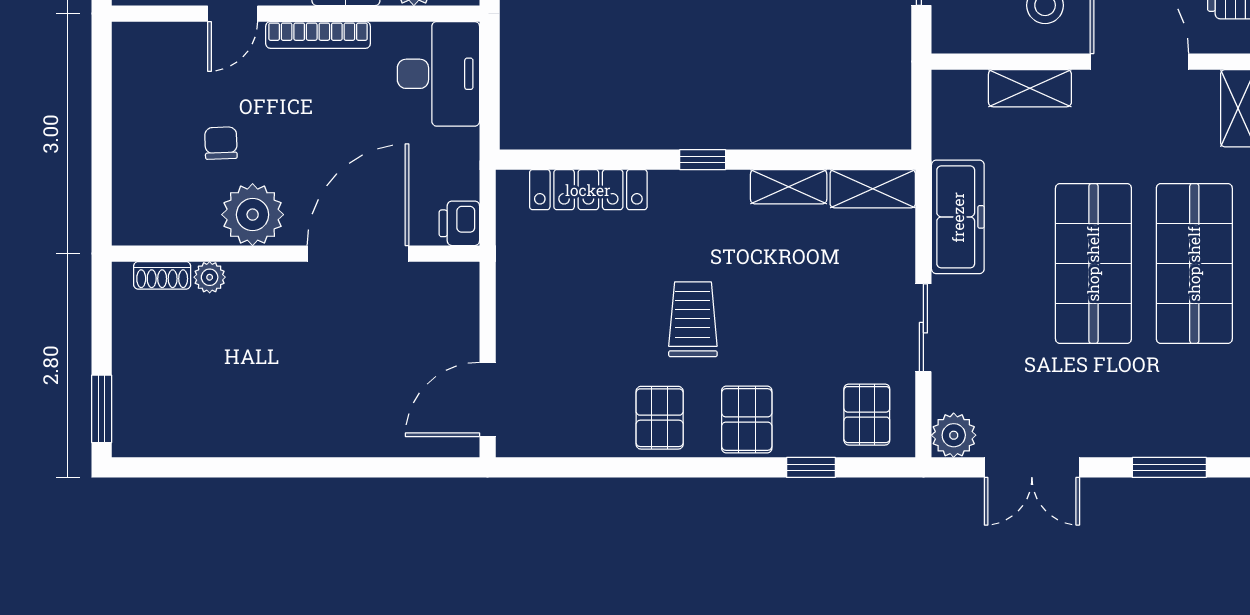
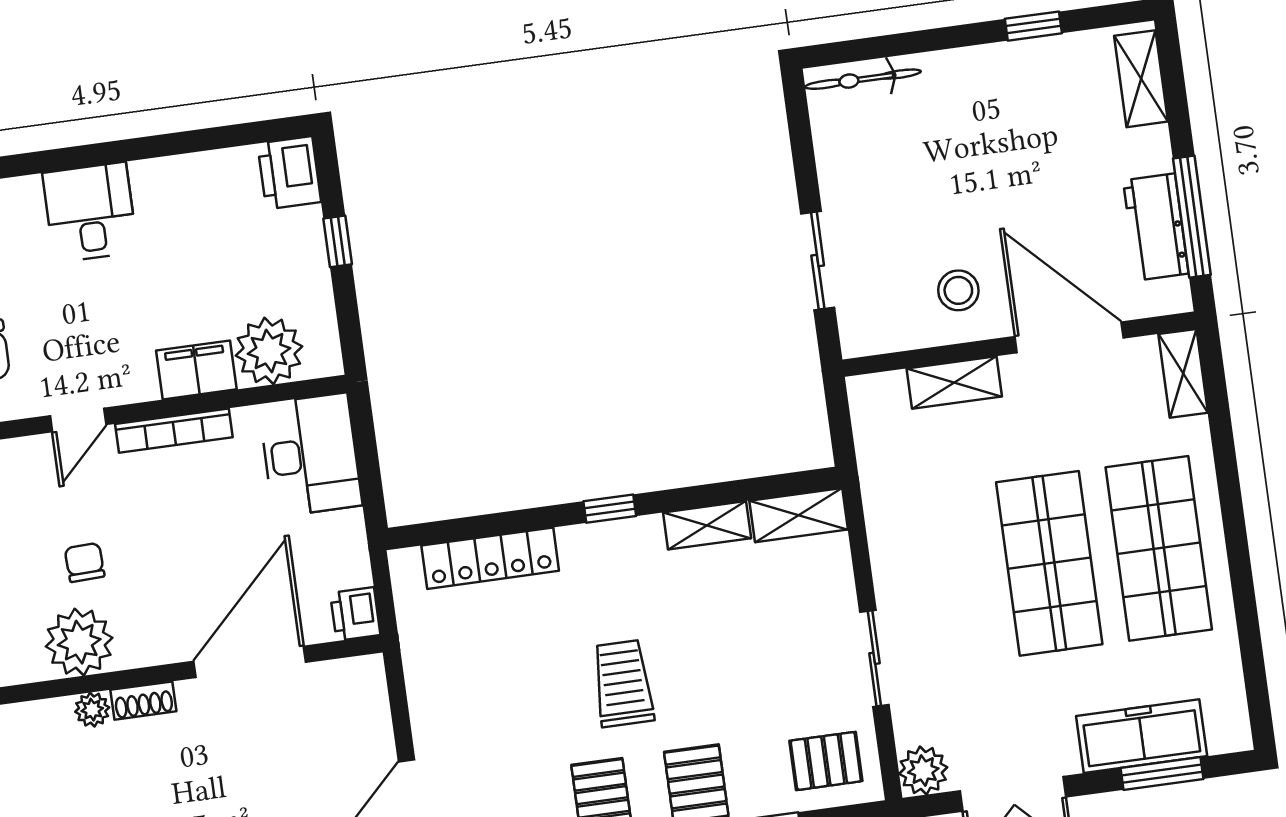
plant: (253, 215) -> (79, 642), moved
freezer: (958, 217) -> (1142, 736), moved, turned -90
shoe rack: (162, 275) -> (143, 701), moved
pallet: (867, 415) -> (826, 761), turned 90

